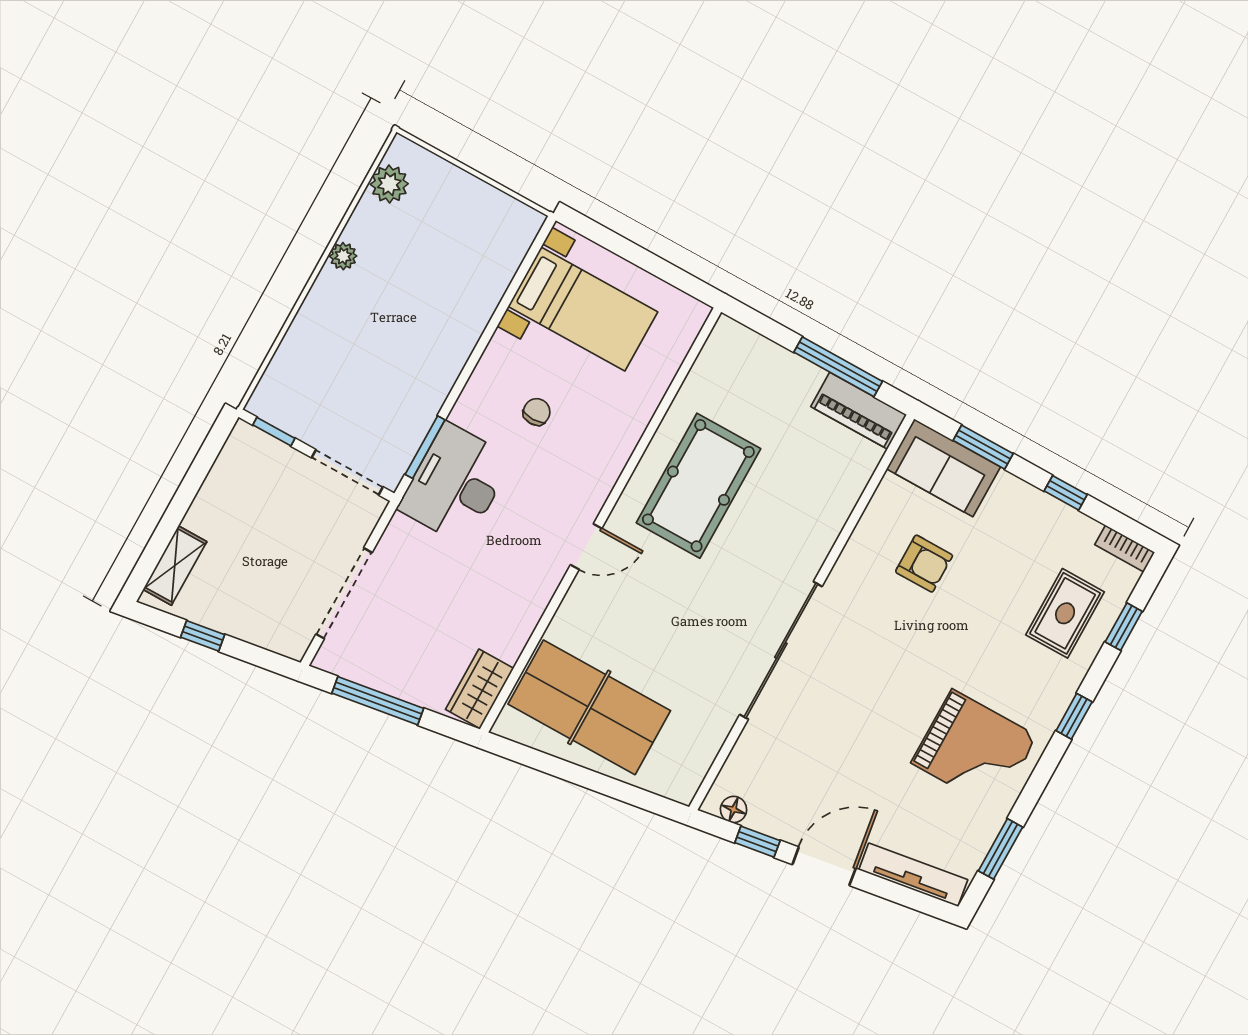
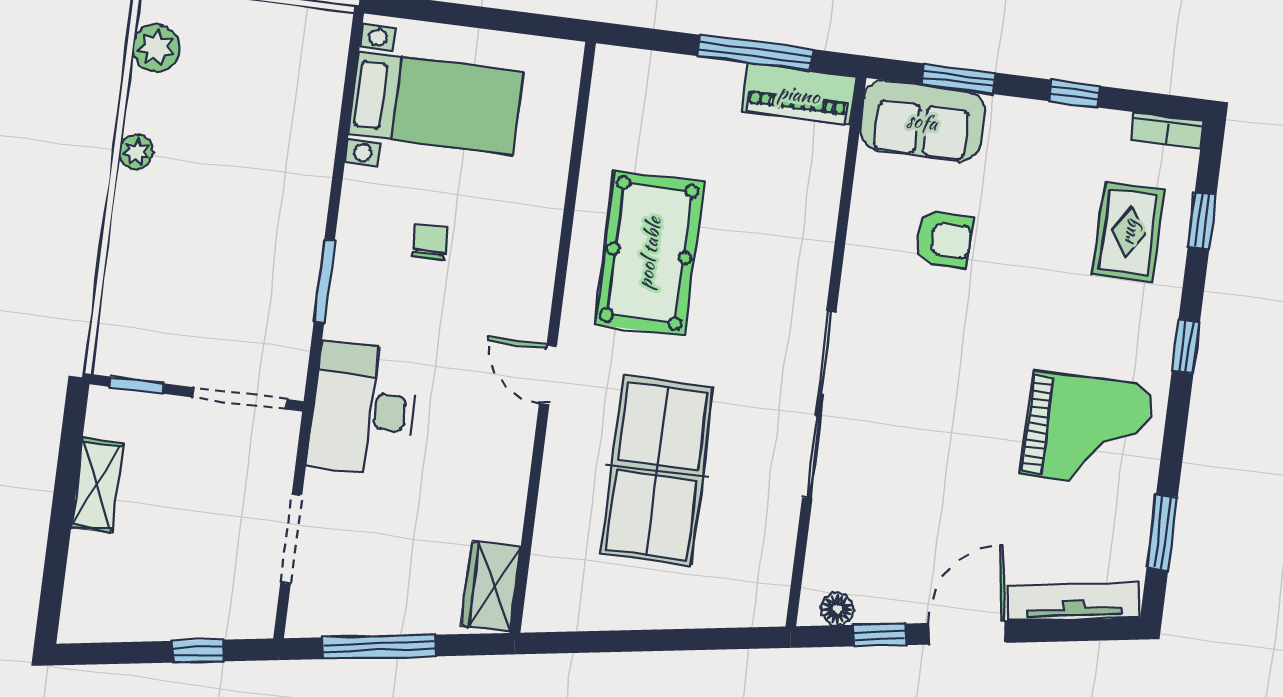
window: (425, 447) -> (324, 281), moved
desk: (456, 484) -> (363, 409), moved
door: (586, 547) -> (548, 374), swing flipped
shelving: (175, 565) -> (97, 485), moved
doorway: (344, 593) -> (291, 539), width x0.73
window: (203, 636) -> (198, 651), moved
table tennis table: (589, 707) -> (657, 471), moved, turned 90

